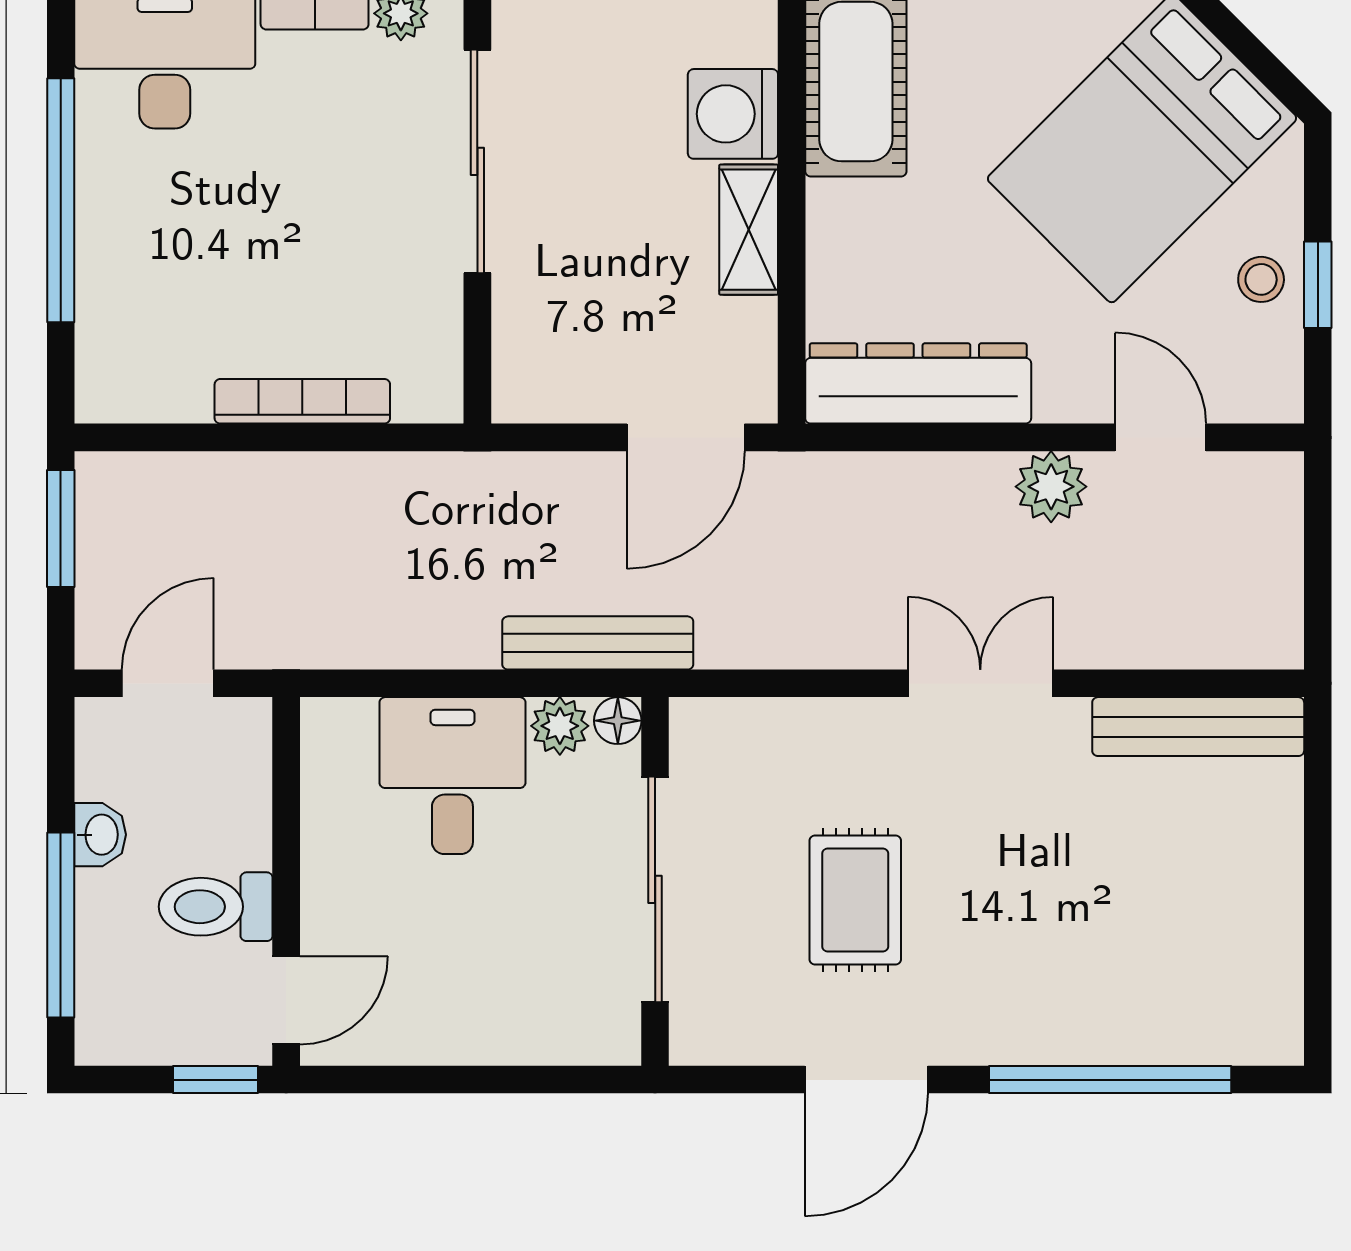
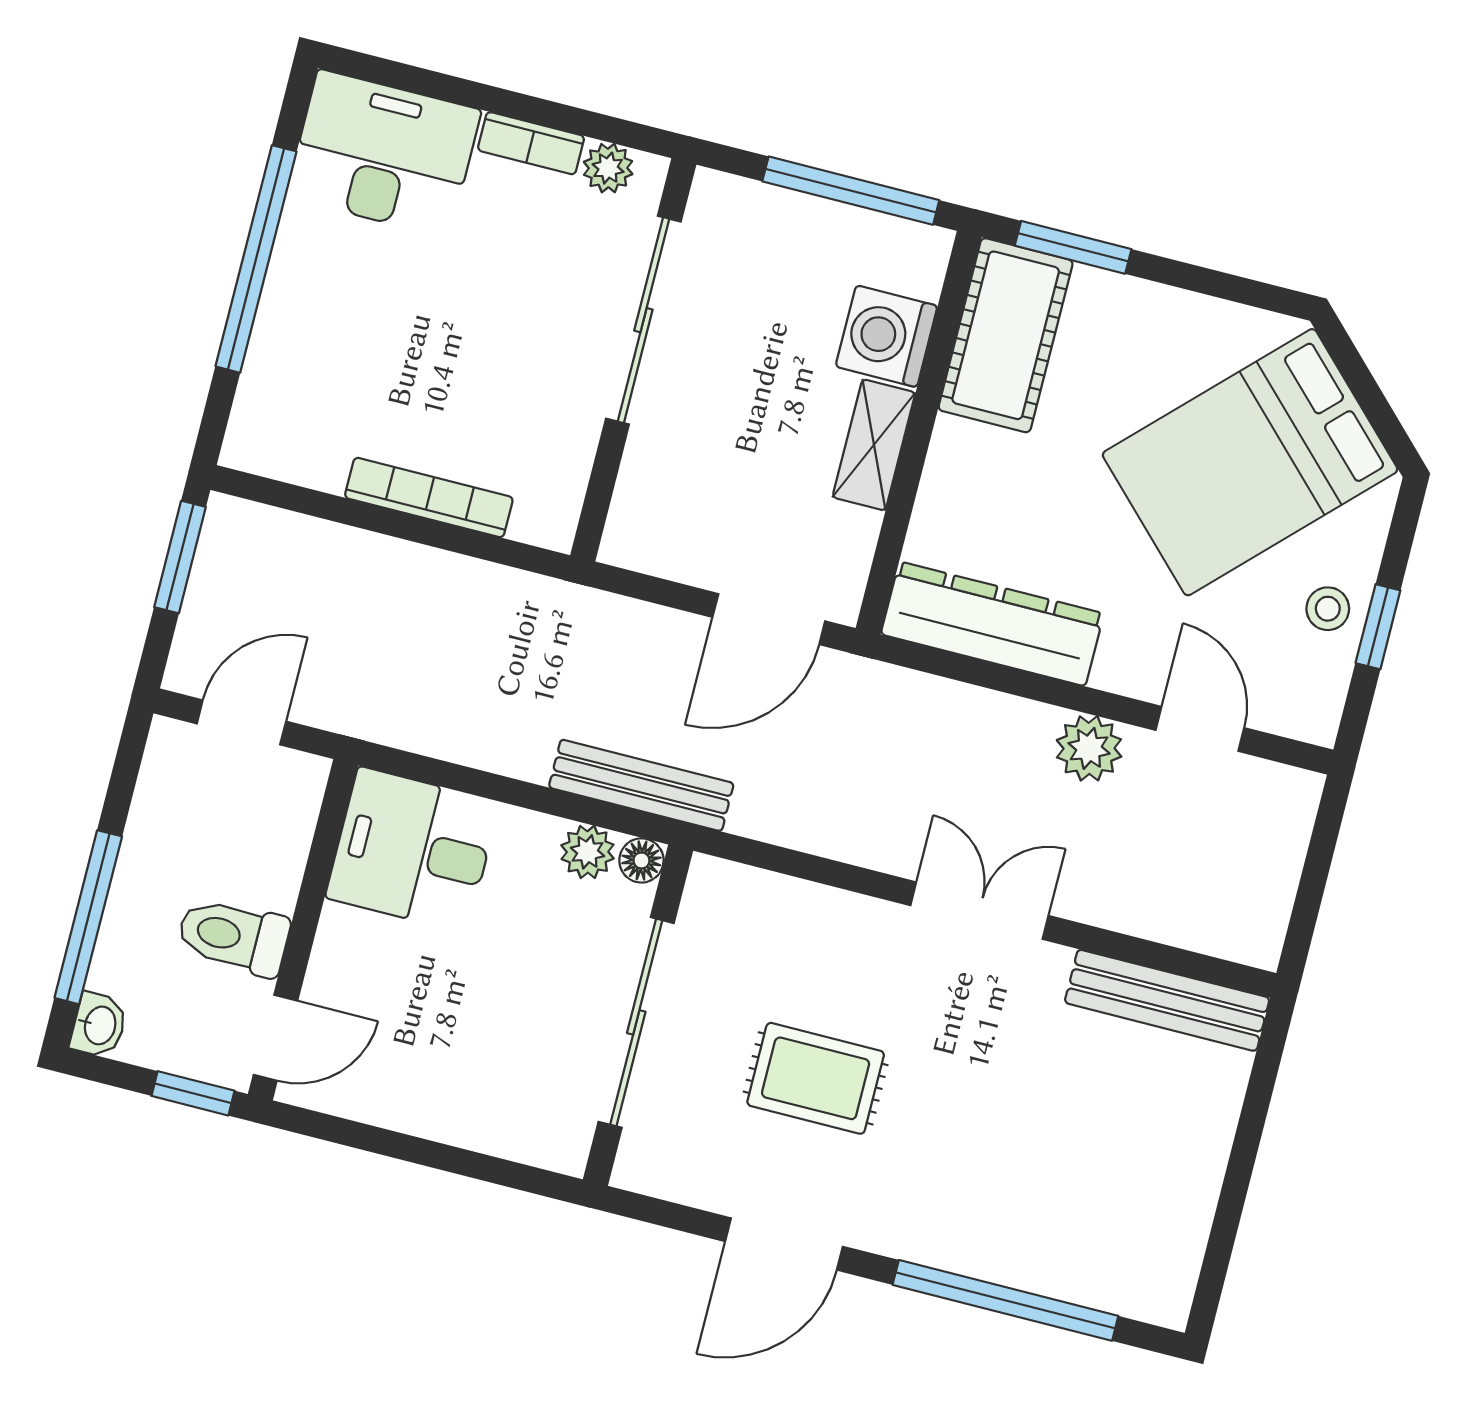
desk: (452, 776) -> (413, 850), moved, turned -90
washbasin: (100, 835) -> (99, 1025), moved
rug: (855, 900) -> (816, 1078), turned 90

